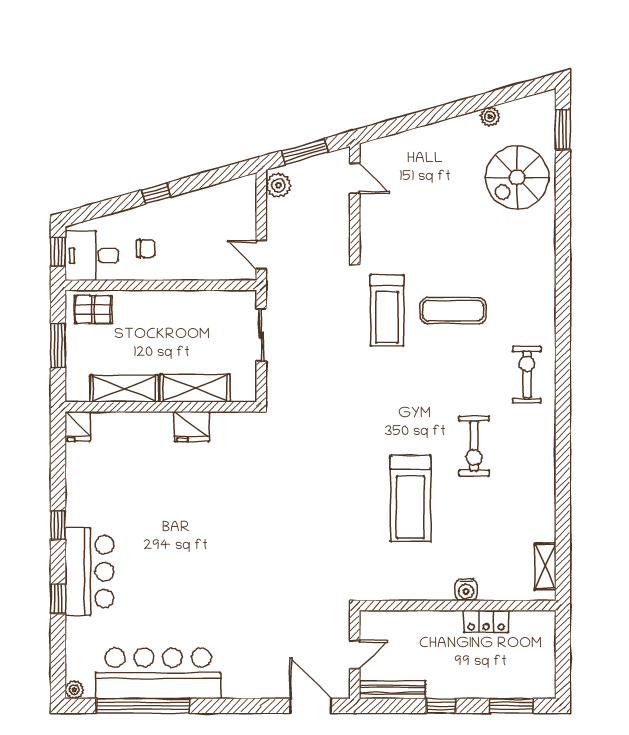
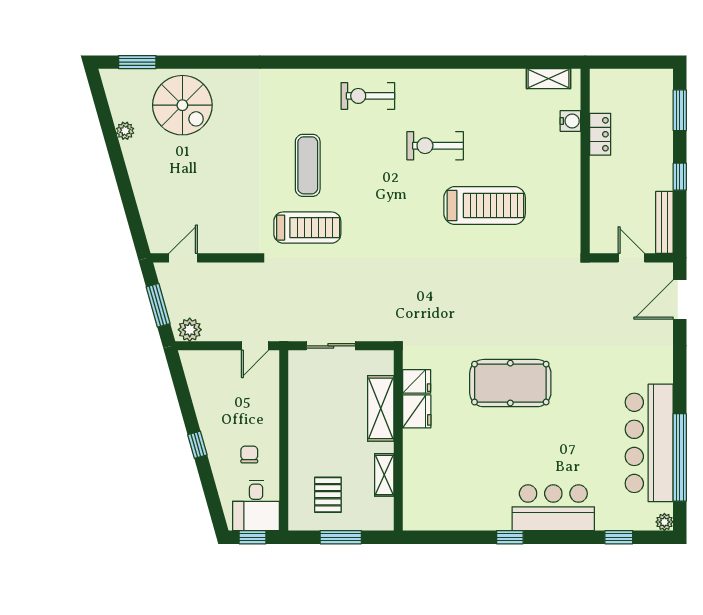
pallet: (93, 310) -> (328, 495), moved
shelving: (124, 389) -> (384, 475), width x0.67, depth x0.75
fridge: (78, 426) -> (417, 381), moved
exercise bike: (474, 446) -> (435, 146), turned 180
pool table: (222, 526) -> (510, 383), added
water cooler: (466, 590) -> (570, 121), moved
window: (58, 599) -> (619, 537), moved

